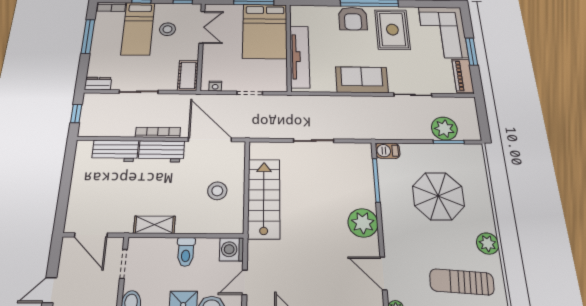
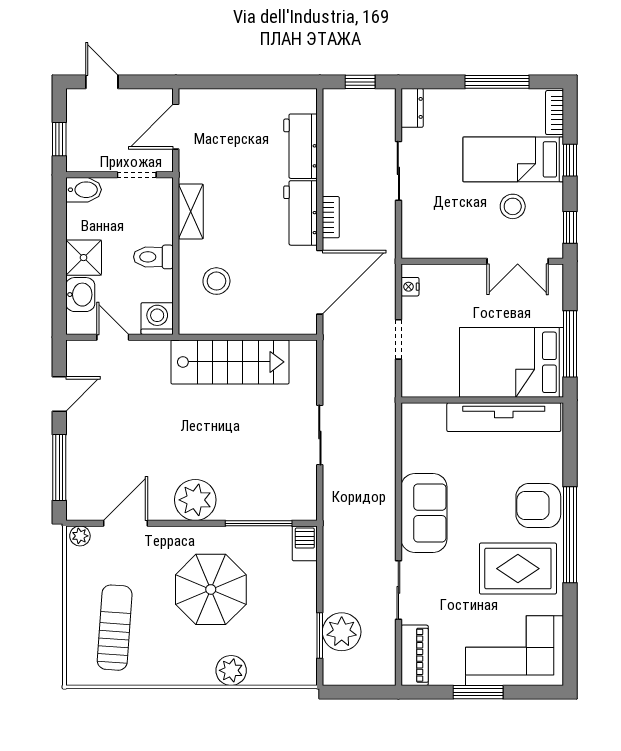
tv unit: (300, 57) -> (504, 417), moved
cot: (188, 75) -> (428, 244), removed
piano: (463, 76) -> (415, 655), moved, turned 90
bookcase: (158, 132) -> (331, 217), width x0.64
stool: (217, 191) -> (216, 281), moved
parasol: (438, 196) -> (211, 589), moved
plant: (488, 243) -> (231, 670), moved

